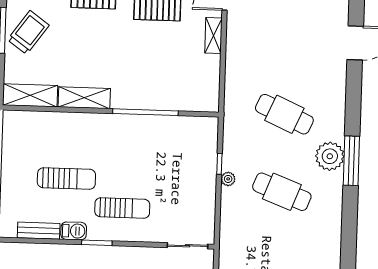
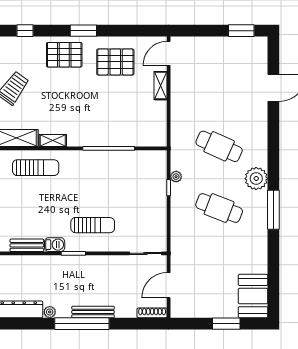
shelving: (84, 98) -> (53, 141), width x0.67, depth x0.75
window: (351, 161) -> (273, 210), moved
sun lounger: (66, 179) -> (36, 168), moved
plant: (228, 179) -> (176, 177), moved

